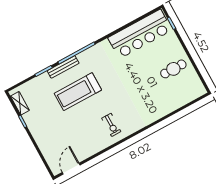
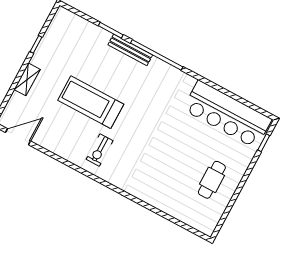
cafe table: (173, 69) -> (212, 180), turned 90
treadmill: (78, 92) -> (91, 102), moved
shelving: (20, 103) -> (27, 79), moved

